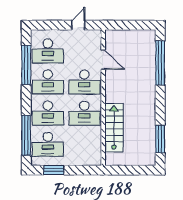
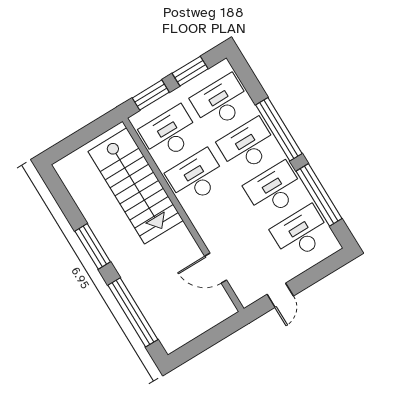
desk: (84, 82) -> (169, 133), moved
stairs: (114, 128) -> (136, 186), width x1.36, depth x1.51
window: (26, 135) -> (279, 129), moved
window: (160, 139) -> (93, 246), moved
window: (82, 170) -> (151, 95), added

